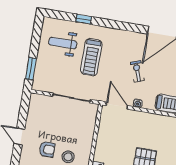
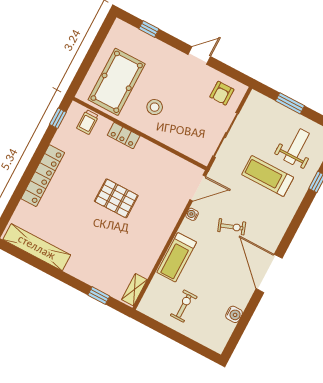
window: (31, 69) -> (290, 103), moved
armchair: (47, 149) -> (222, 93), moved

